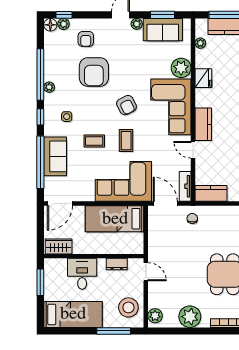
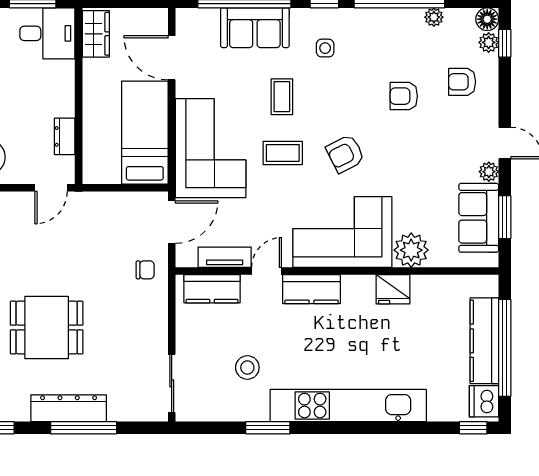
plant: (200, 43) -> (455, 284), removed
armchair: (94, 72) -> (404, 96), width x0.53, depth x0.53
plant: (49, 87) -> (434, 17), moved
tv unit: (185, 186) -> (225, 257), moved
kitchen counter: (211, 193) -> (212, 289), moved, turned 90
door: (60, 203) -> (172, 58), moved
desk: (82, 274) -> (47, 33), moved

